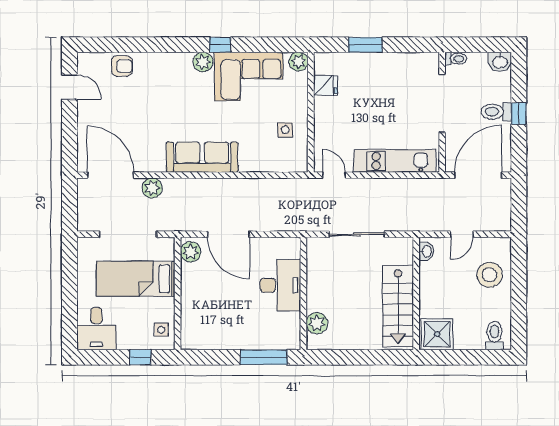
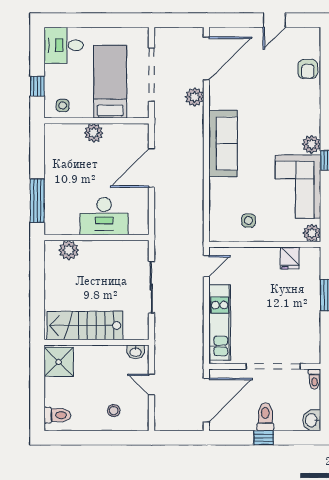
door: (69, 87) -> (274, 20), moved
door: (478, 175) -> (206, 400), hinge flipped
plant: (191, 252) -> (94, 133), moved
stool: (490, 275) -> (114, 411), width x0.53, depth x0.53

